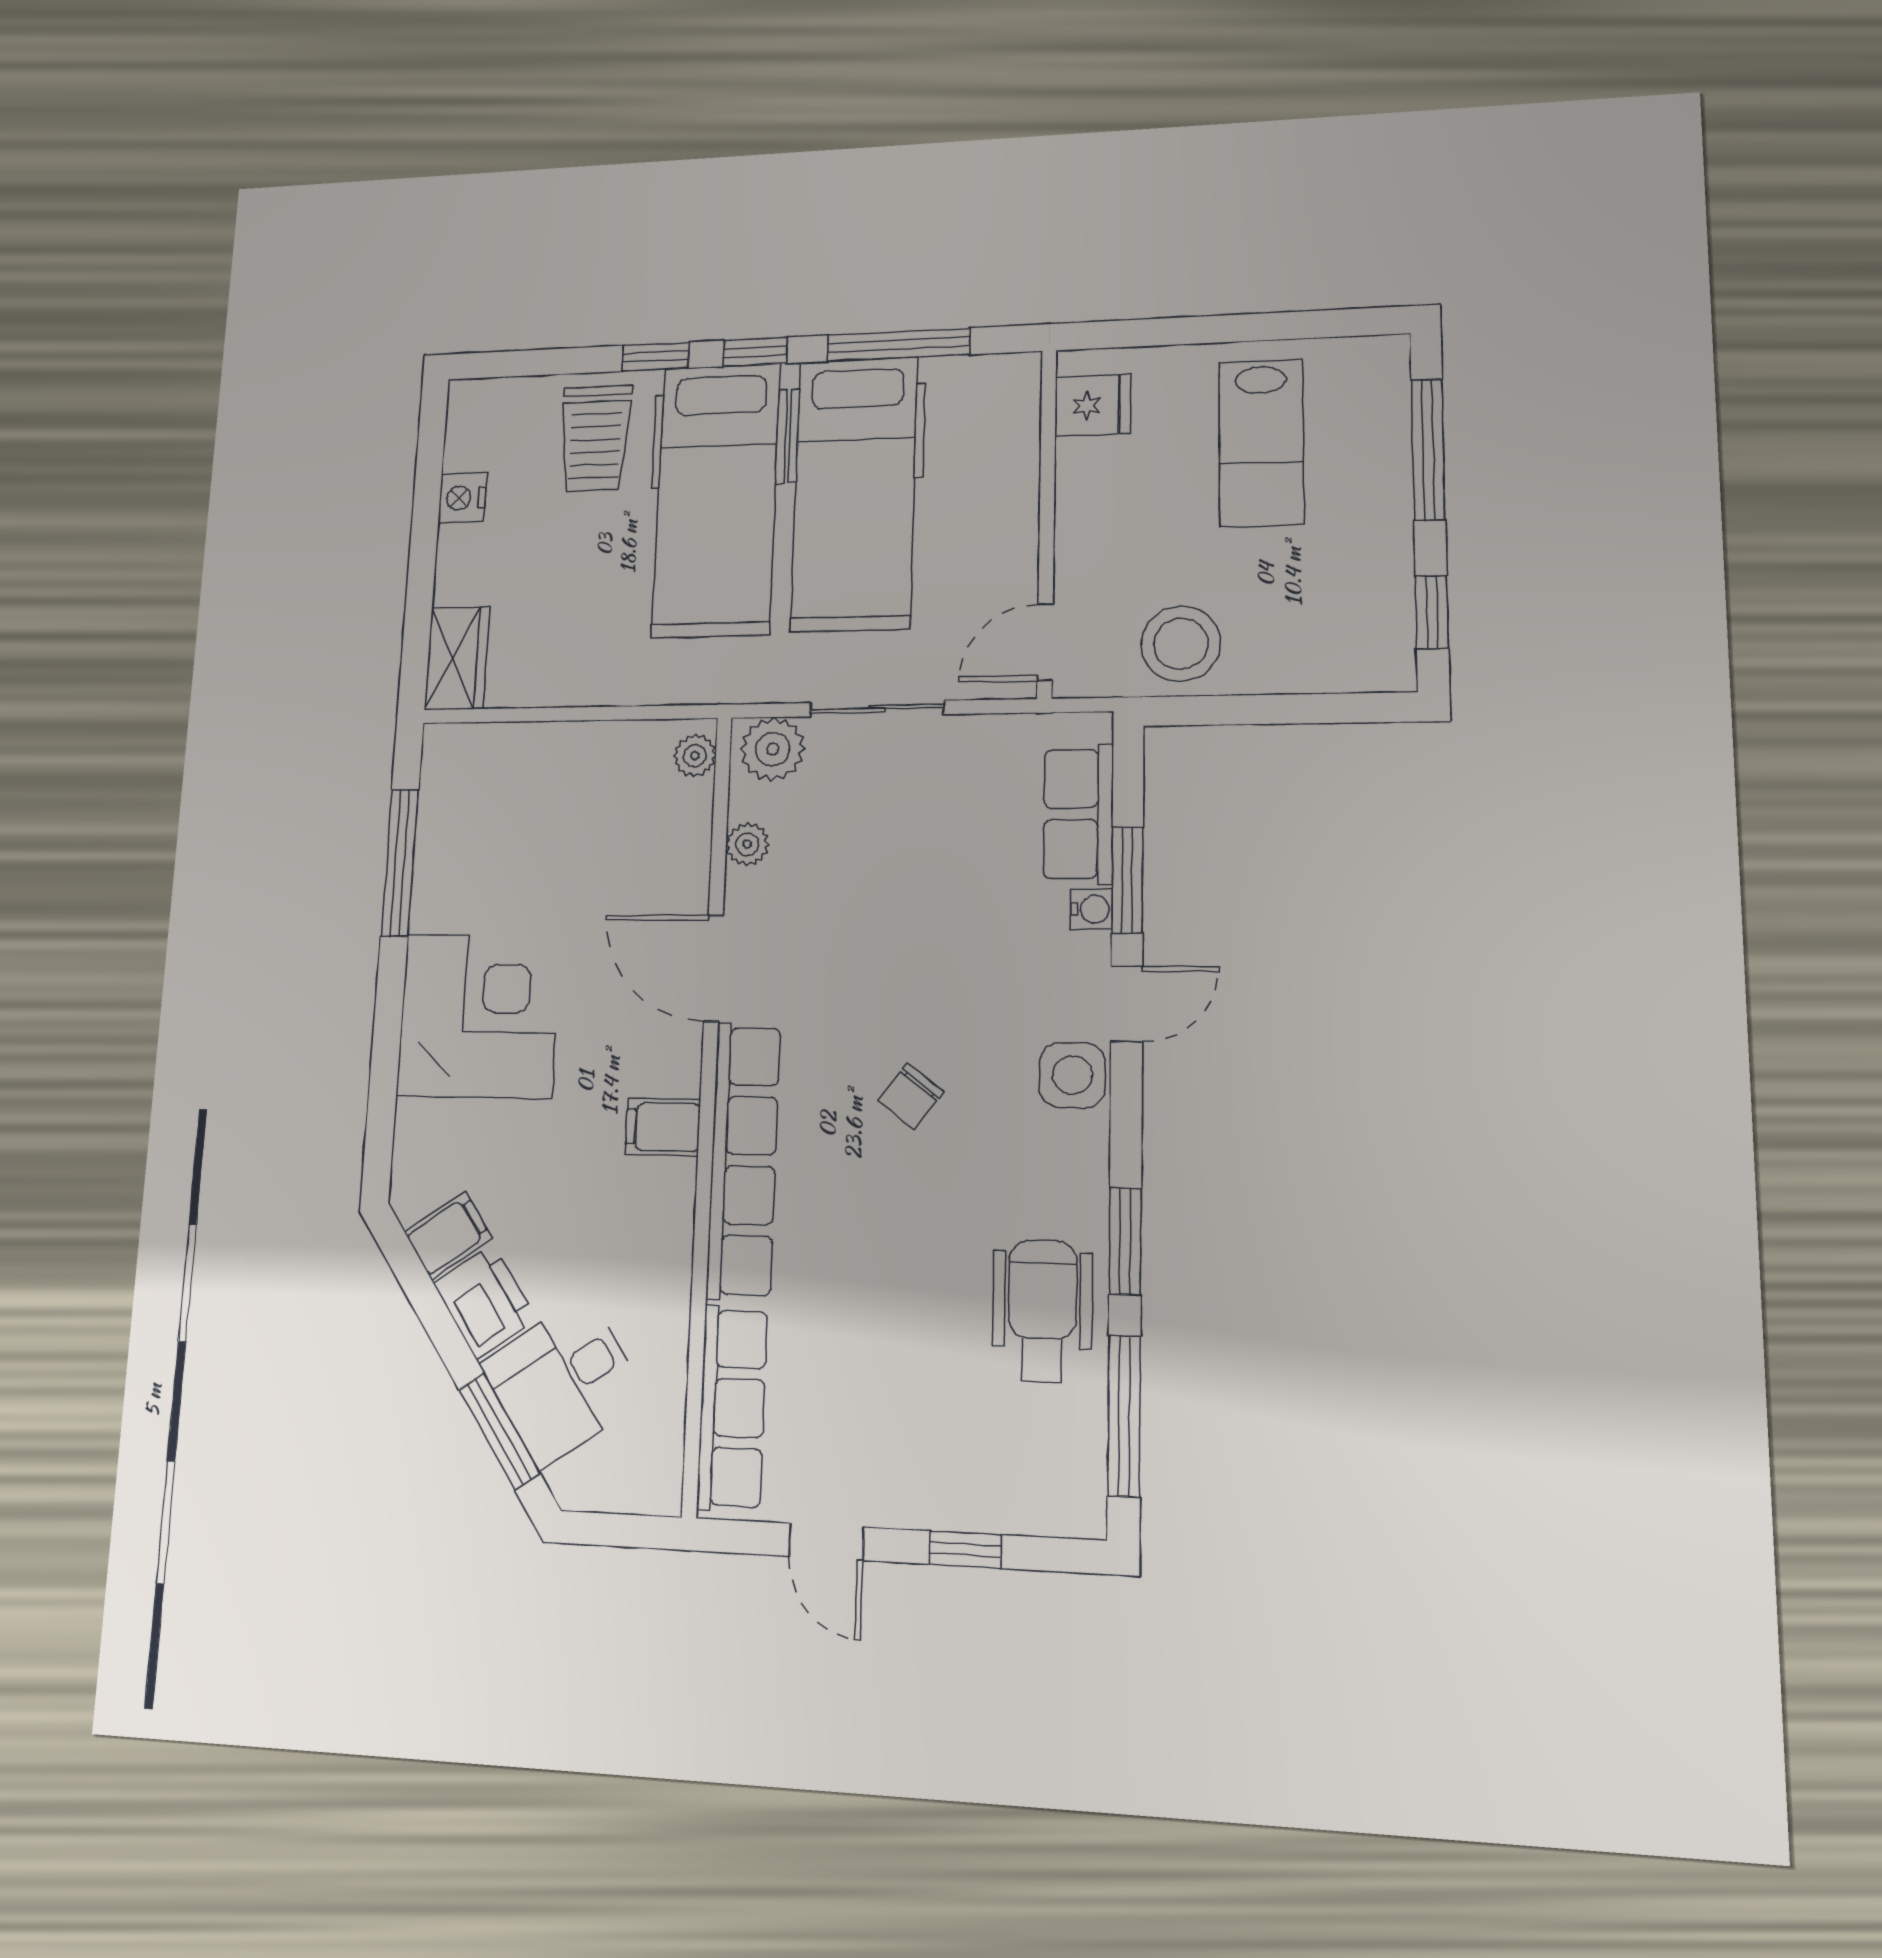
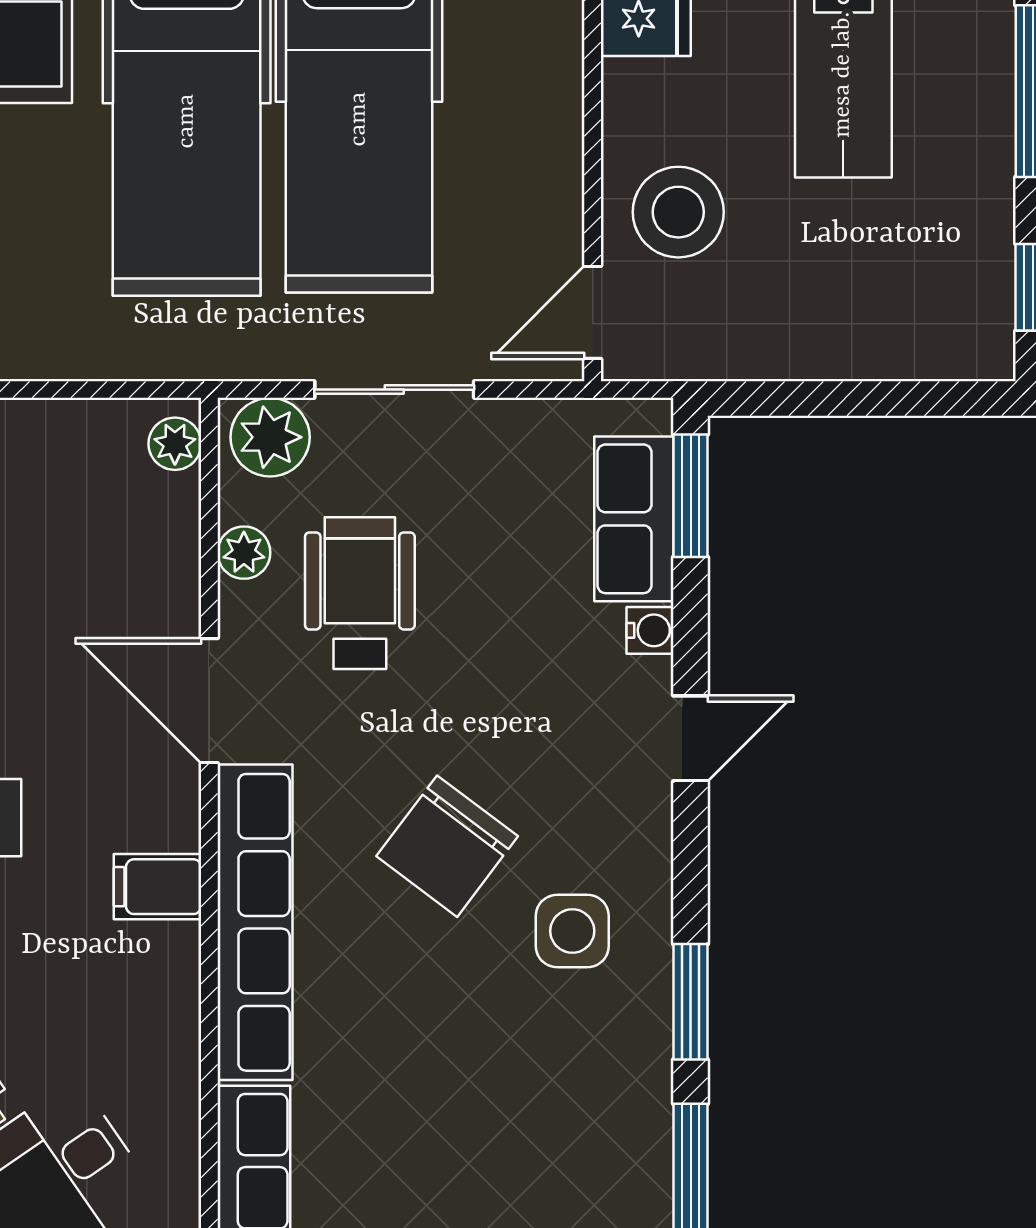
stool: (1181, 644) -> (678, 212), moved
window: (1127, 880) -> (691, 496), moved
side table: (1072, 1075) -> (572, 931), moved
chair: (911, 1096) -> (447, 846), width x1.87, depth x1.87
wheelchair: (1042, 1311) -> (360, 593), moved

